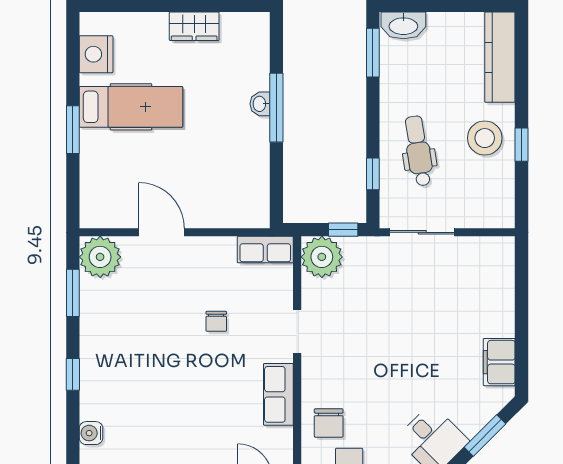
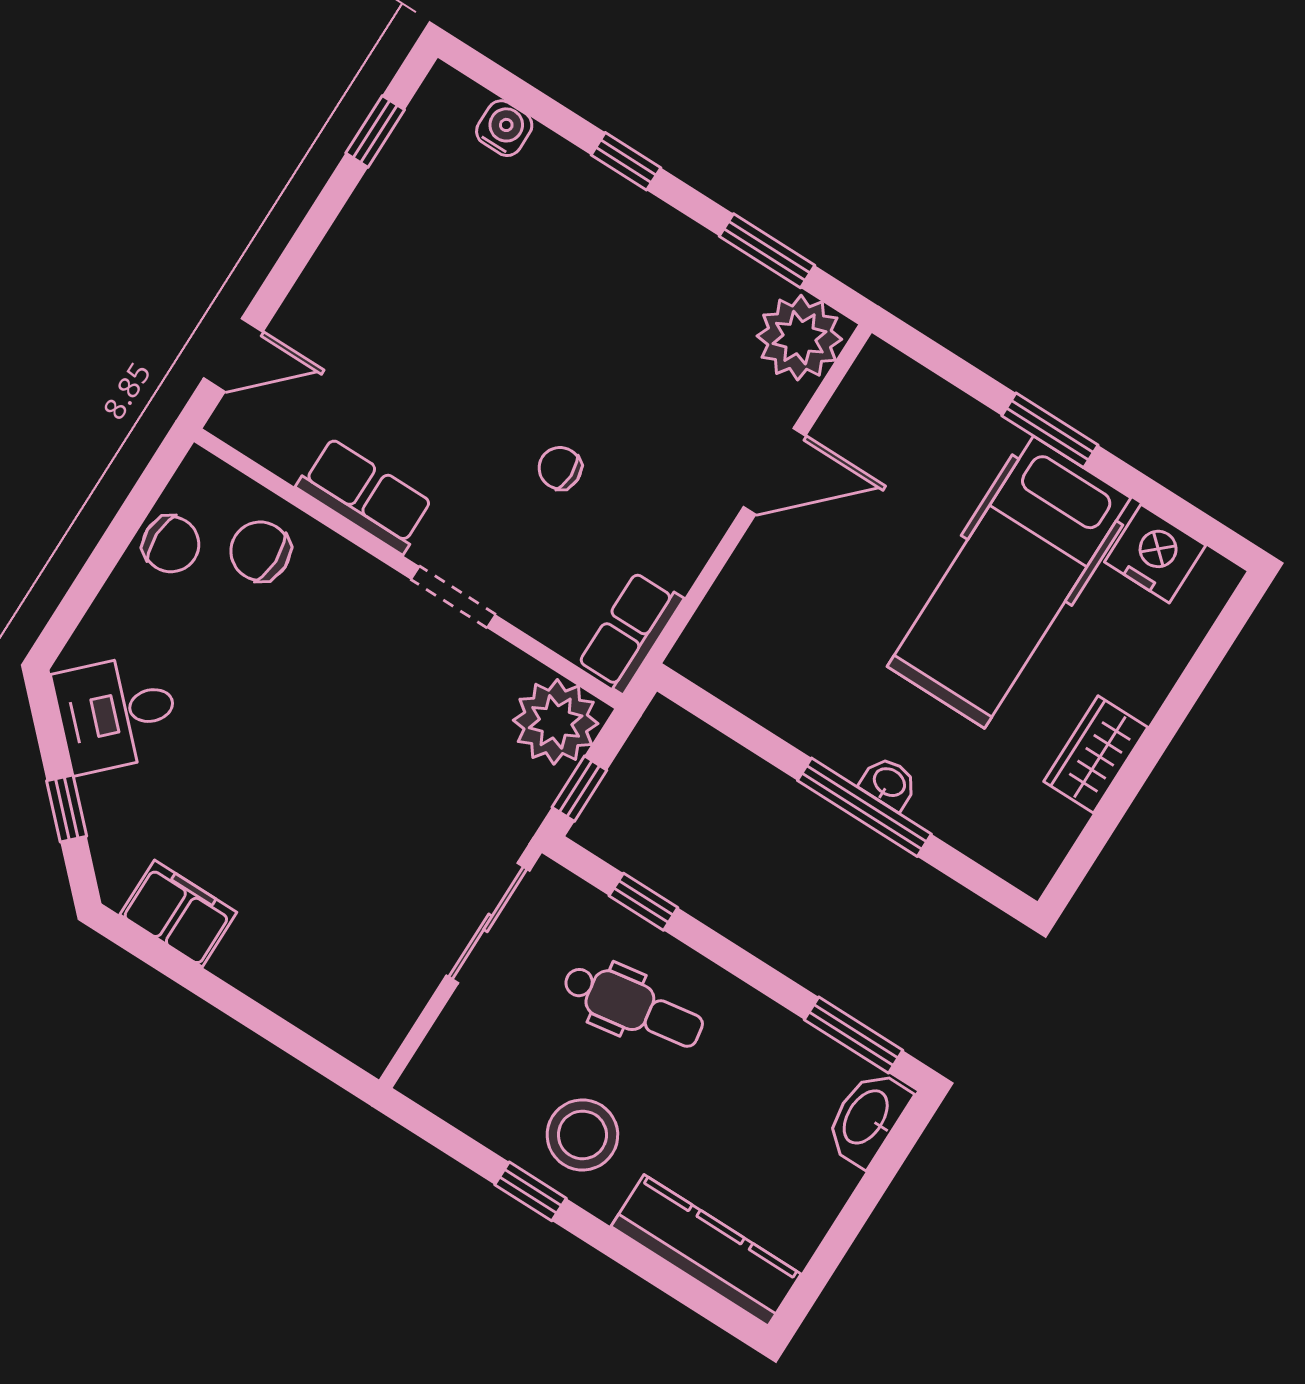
hospital bed: (131, 107) -> (1009, 582), width x1.37, depth x1.29
window: (485, 435) -> (67, 808), width x0.67

